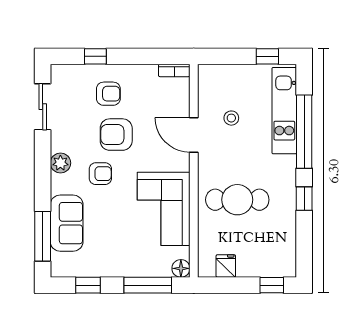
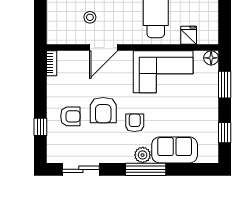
armchair: (108, 94) -> (70, 116), turned 90
plant: (60, 163) -> (143, 155), moved
window: (43, 236) -> (146, 169), moved
fridge: (226, 266) -> (189, 35), moved, turned 90
window: (148, 285) -> (225, 85), width x0.69

